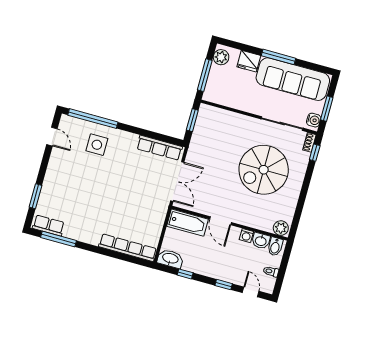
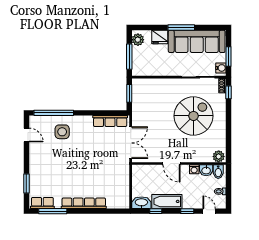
spiral stairs: (264, 170) -> (193, 116), turned 180
bathtub: (187, 223) -> (167, 201), moved, turned 180
row of seats: (128, 248) -> (84, 203), moved

